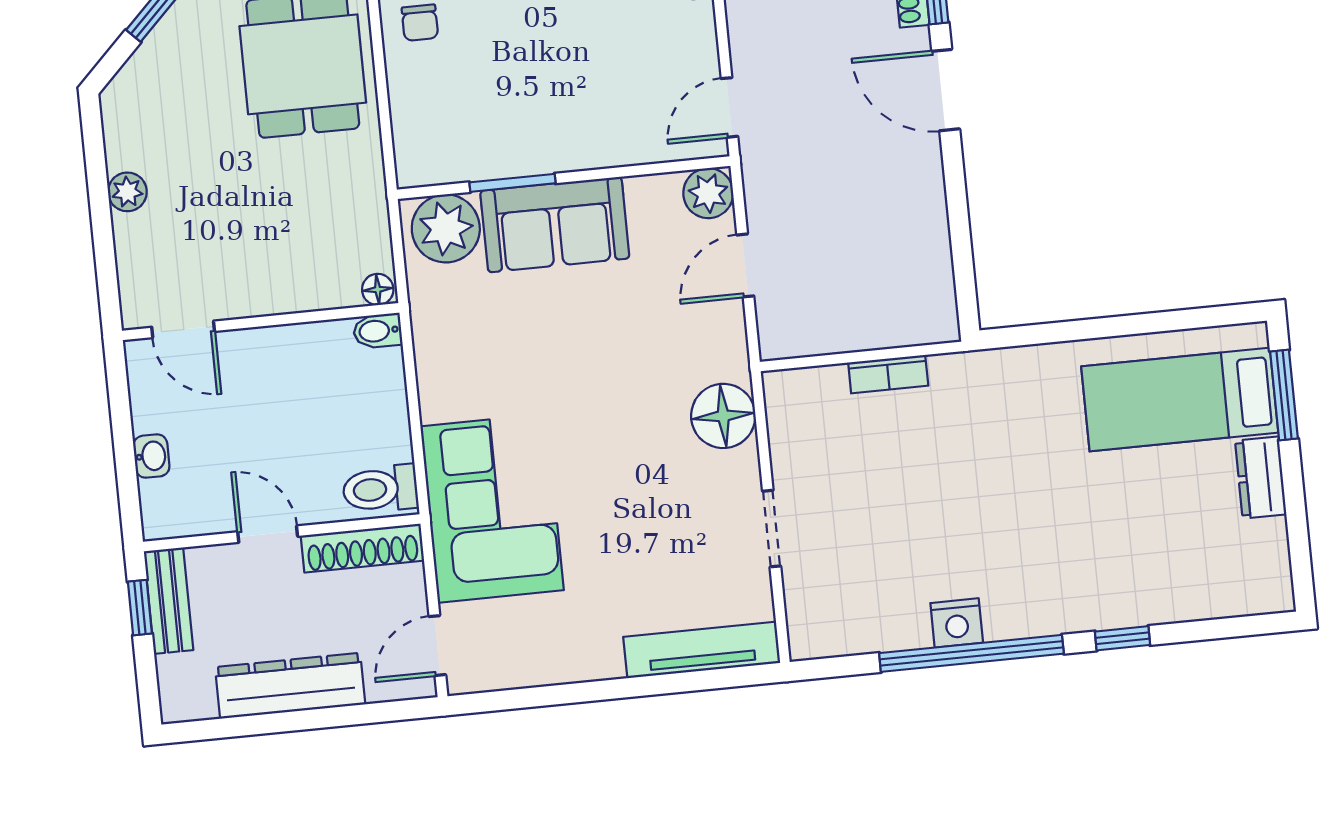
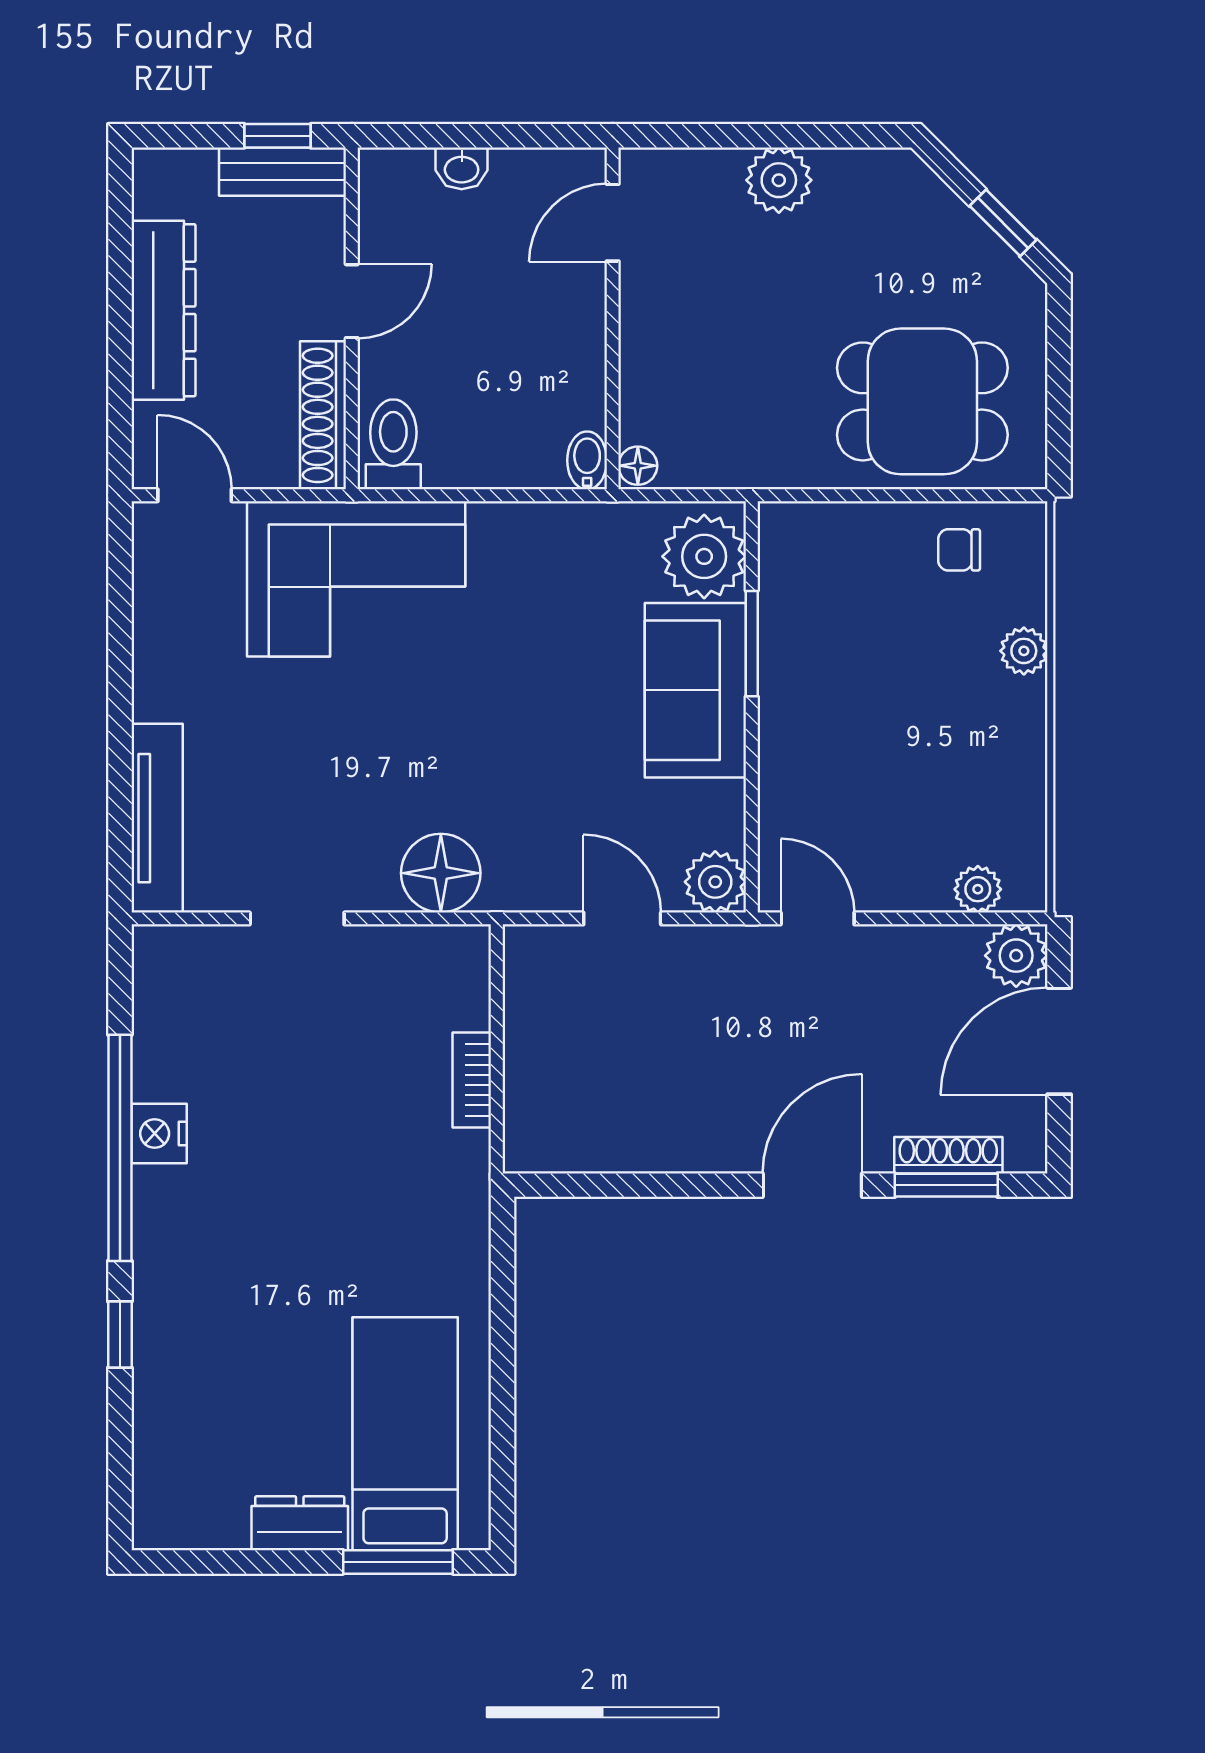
plant: (127, 192) -> (779, 180), width x1.38, depth x1.38

